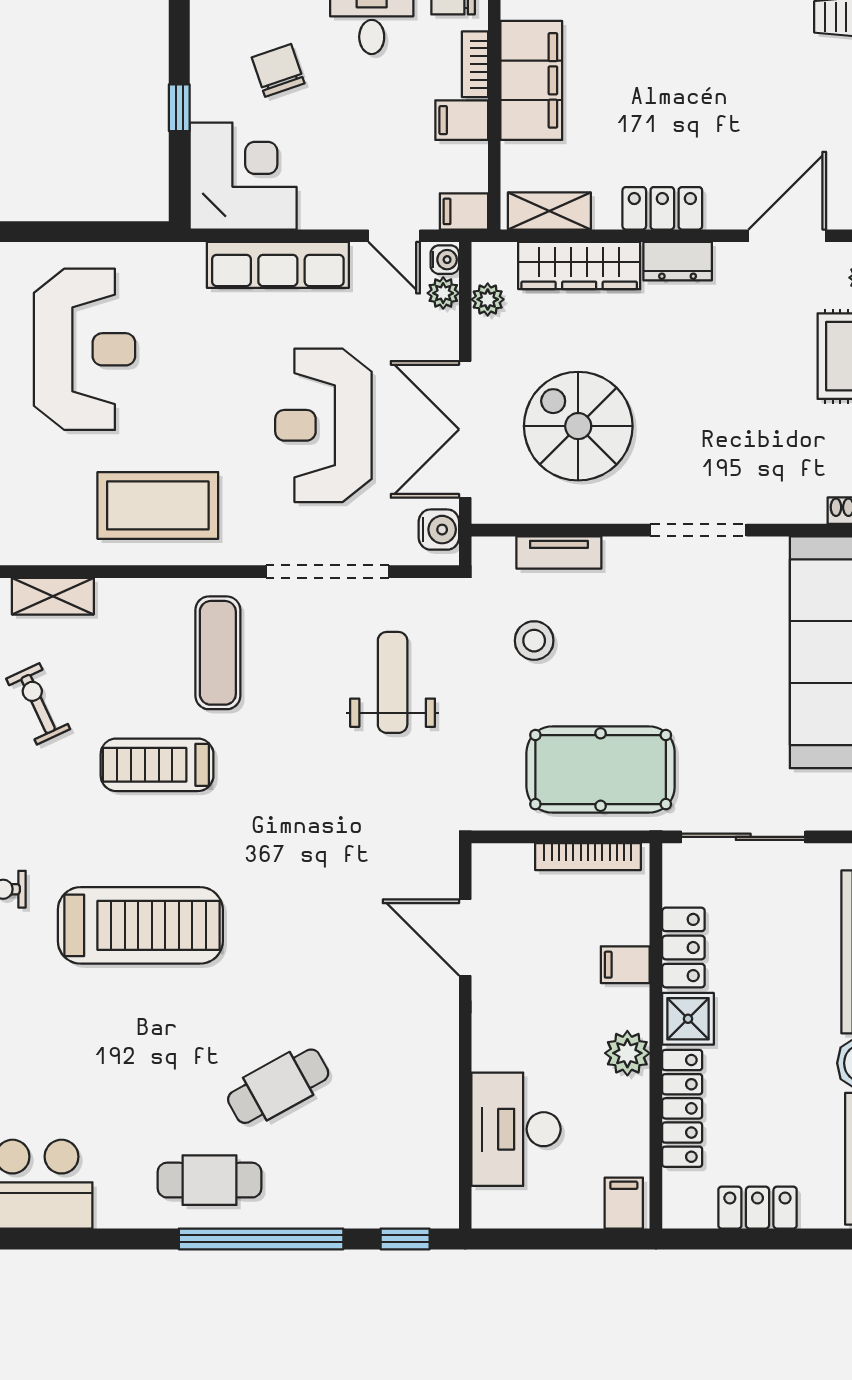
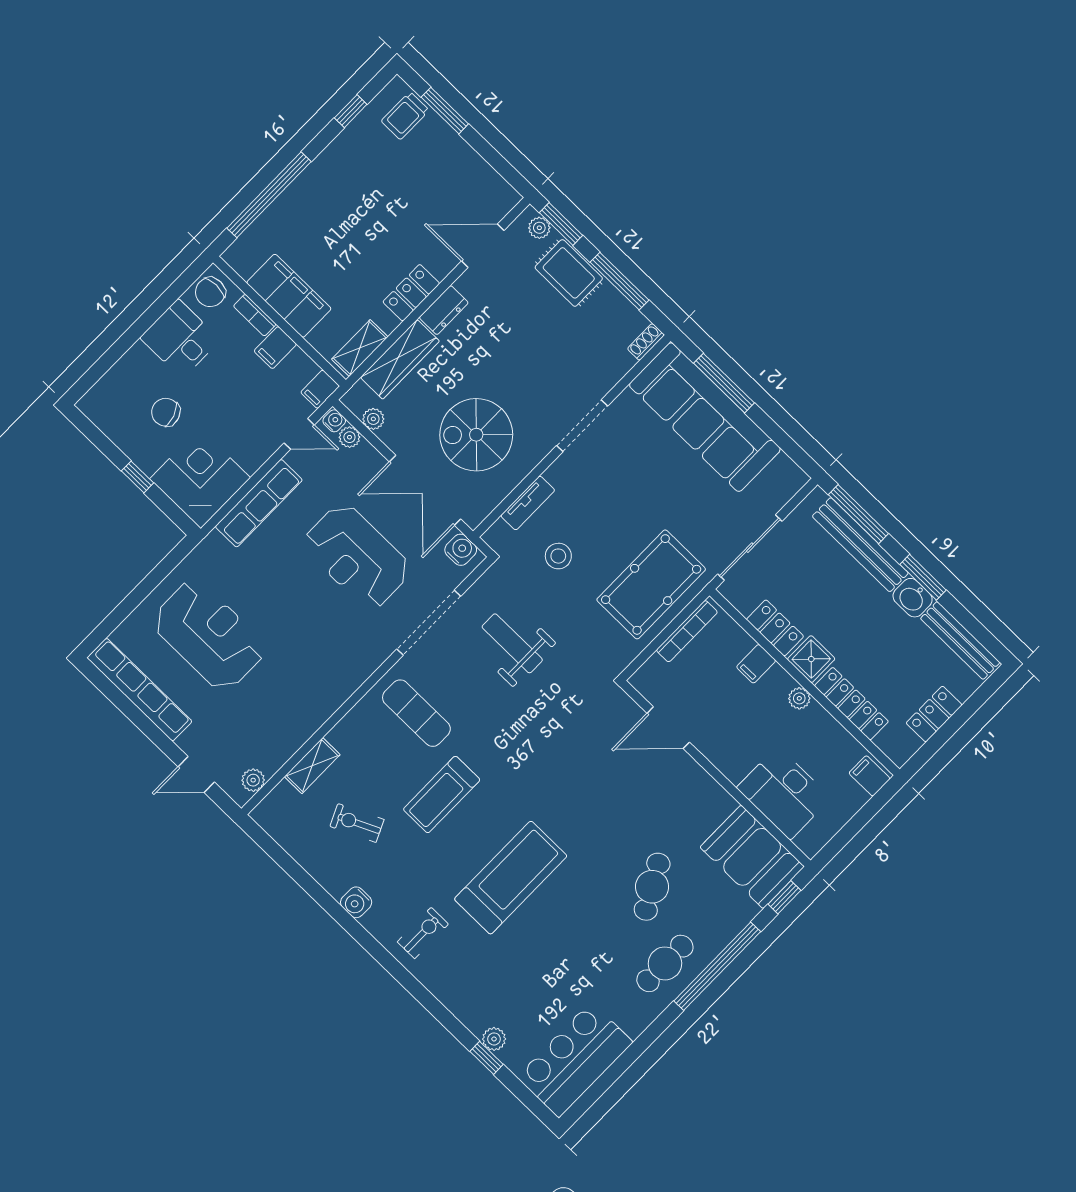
door: (787, 236) -> (483, 246), hinge flipped
coffee table: (158, 505) -> (318, 673), removed
plant: (627, 1053) -> (799, 698), width x0.73, depth x0.73
booth: (415, 1162) -> (752, 857), added

